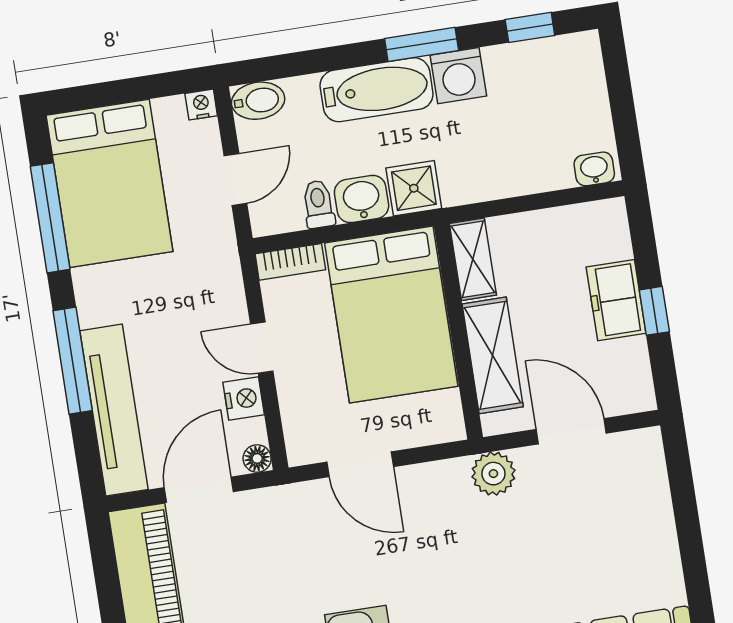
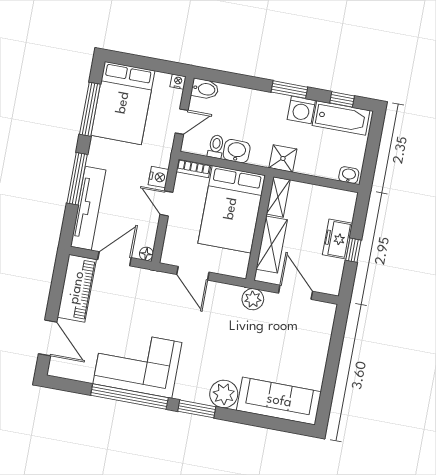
bathtub: (377, 90) -> (341, 118), moved
shower: (414, 188) -> (283, 158), moved
nightstand: (244, 398) -> (159, 177), moved

